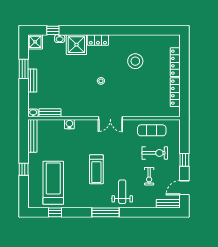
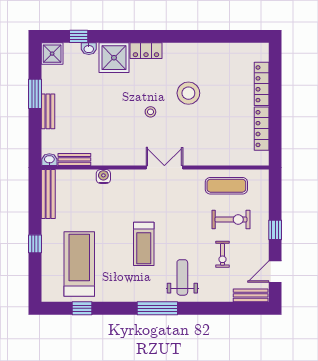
stool: (135, 61) -> (188, 93), moved
double door: (110, 118) -> (164, 168), swing flipped

